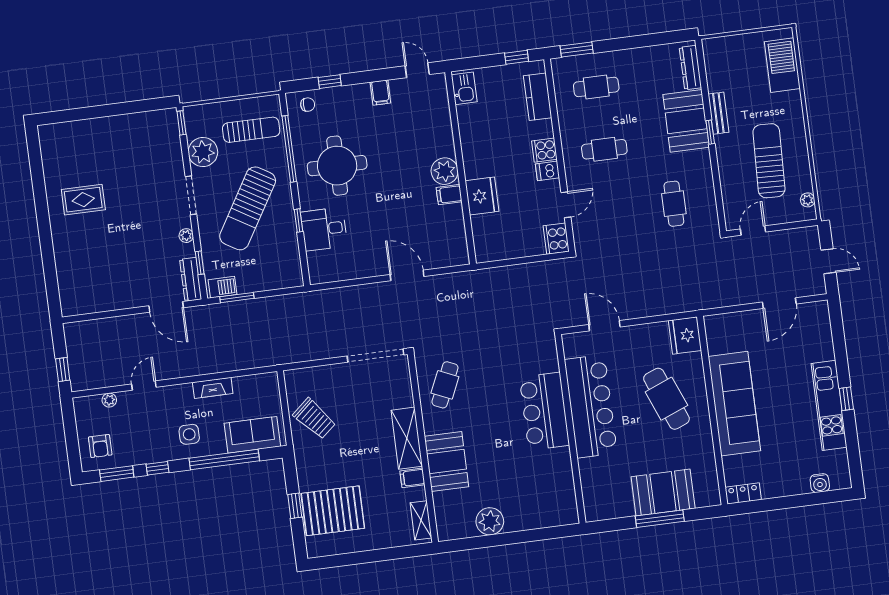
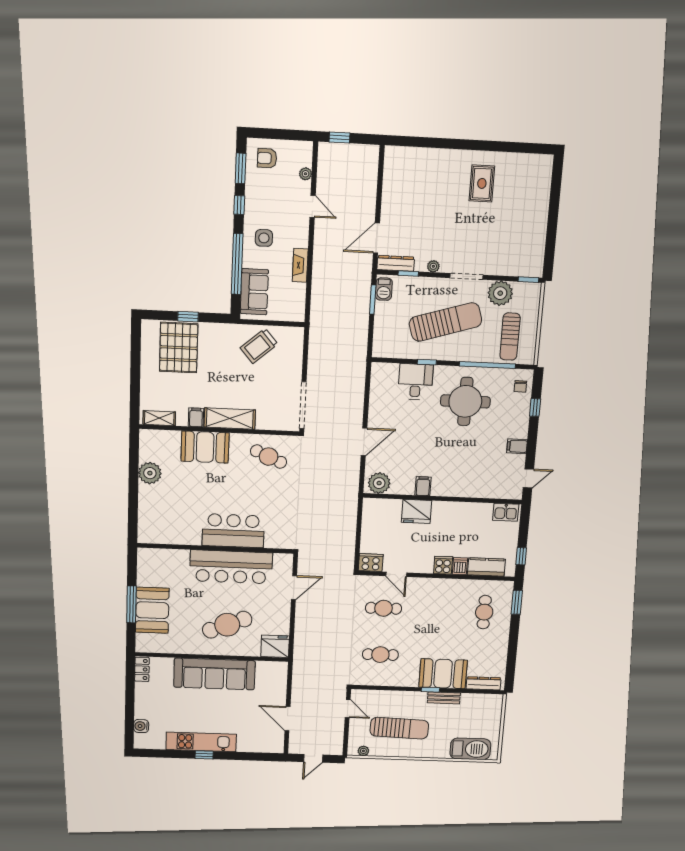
cafe table: (604, 149) -> (384, 608), moved, turned 90
plant: (445, 171) -> (379, 483), moved
dishwasher: (548, 171) -> (460, 566), moved
sun lounger: (248, 208) -> (445, 322), turned 132

